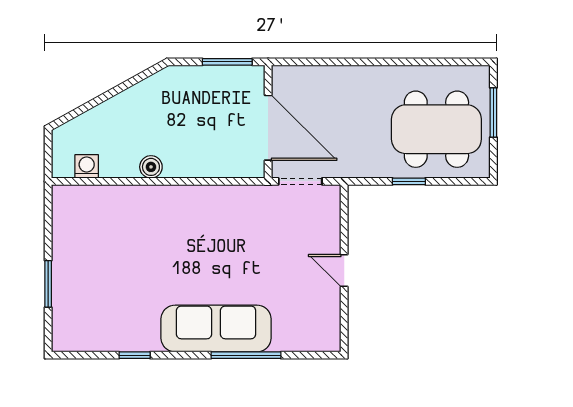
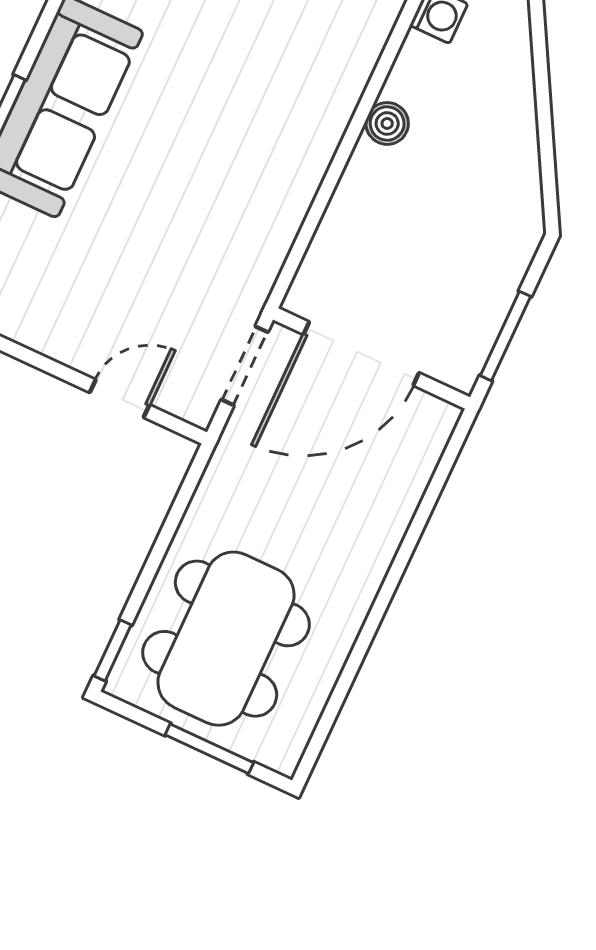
window: (409, 181) -> (113, 650), moved
door: (344, 271) -> (120, 399), moved

